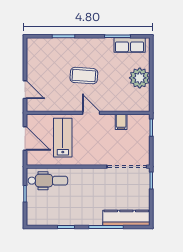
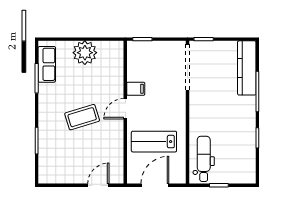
coffee table: (84, 76) -> (82, 117), turned 69
filing cabinet: (121, 122) -> (136, 89), moved

